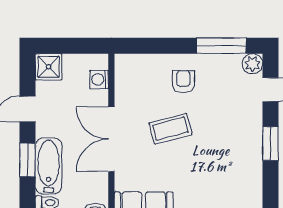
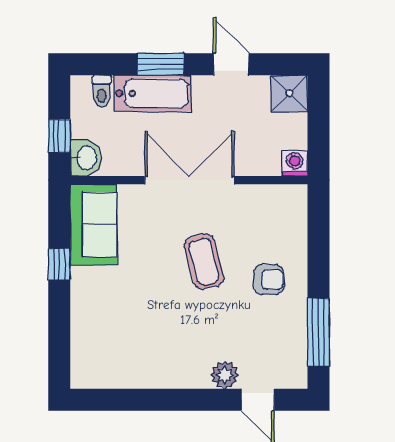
plant: (252, 64) -> (225, 375), moved
washing machine: (99, 80) -> (295, 163), moved
window: (270, 144) -> (183, 400), removed

